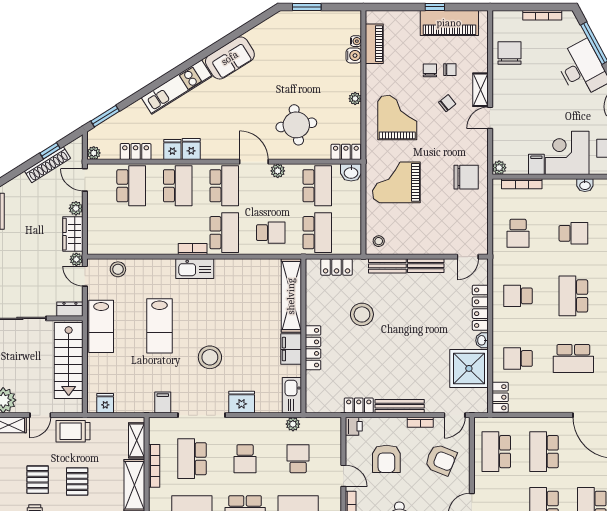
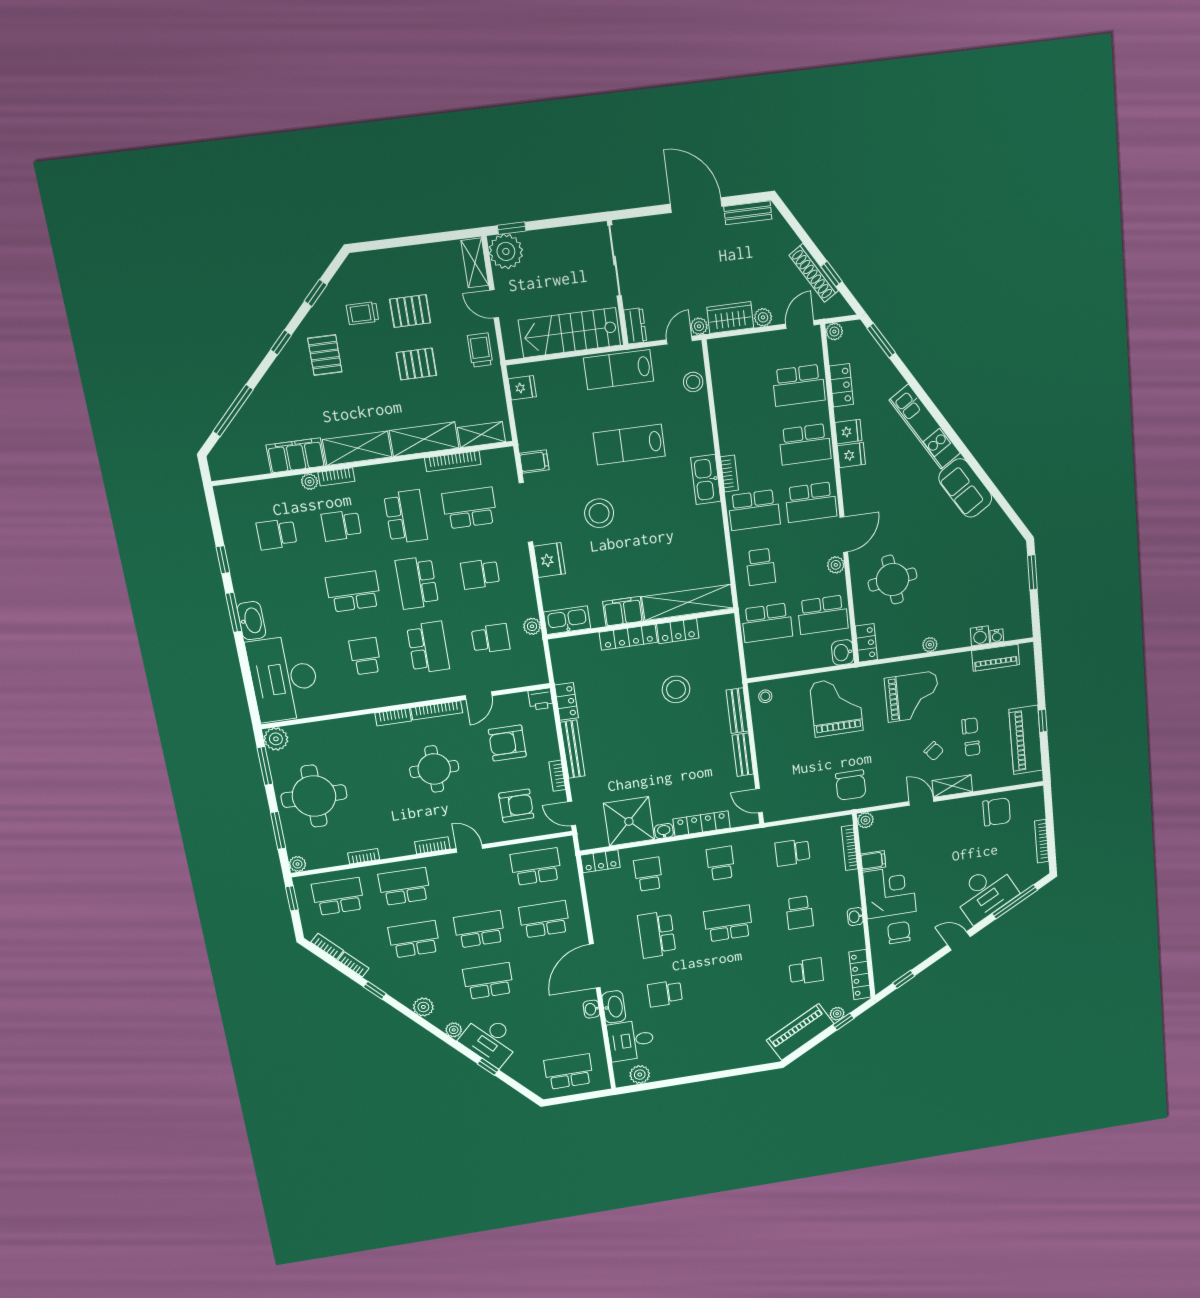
locker: (337, 267) -> (678, 631), moved, turned -90
trolley: (73, 431) -> (480, 350), width x0.73, depth x0.72
armchair: (441, 460) -> (516, 806), turned -112

